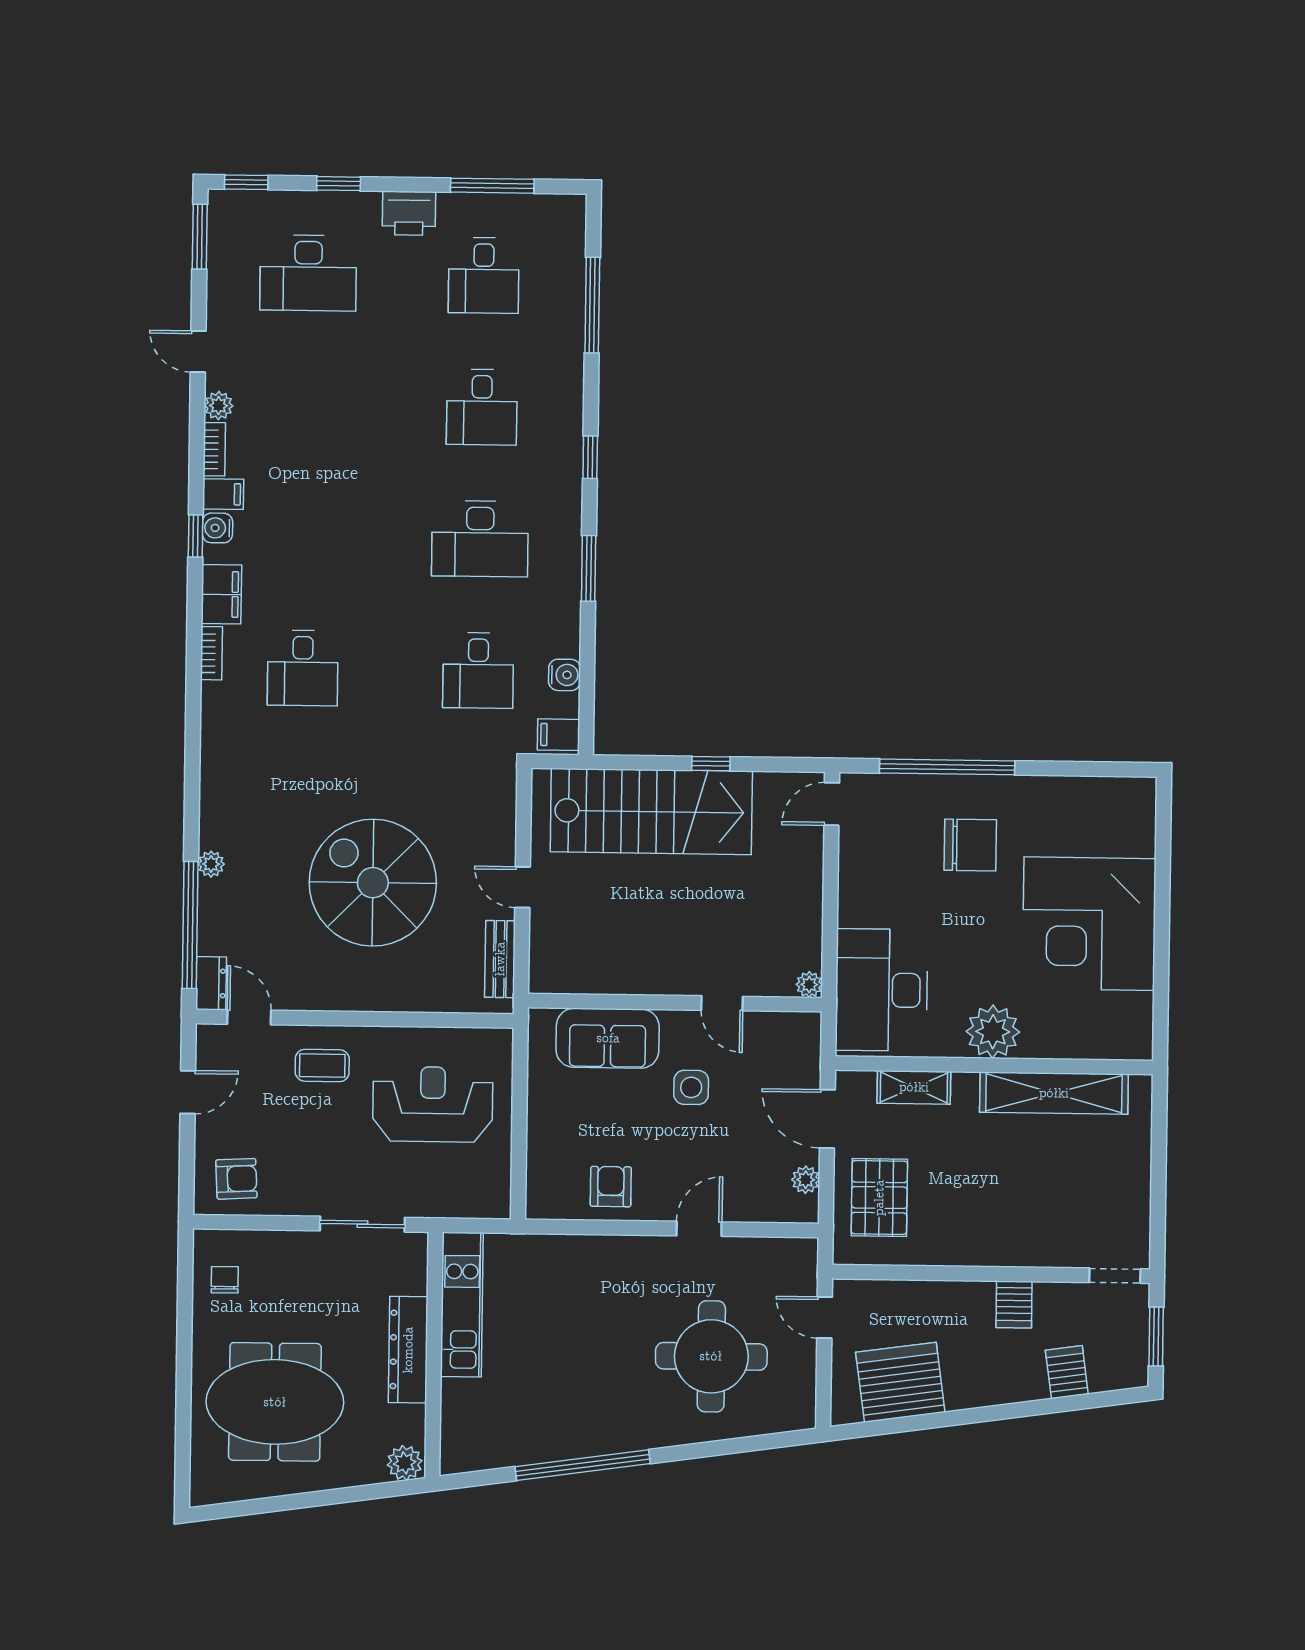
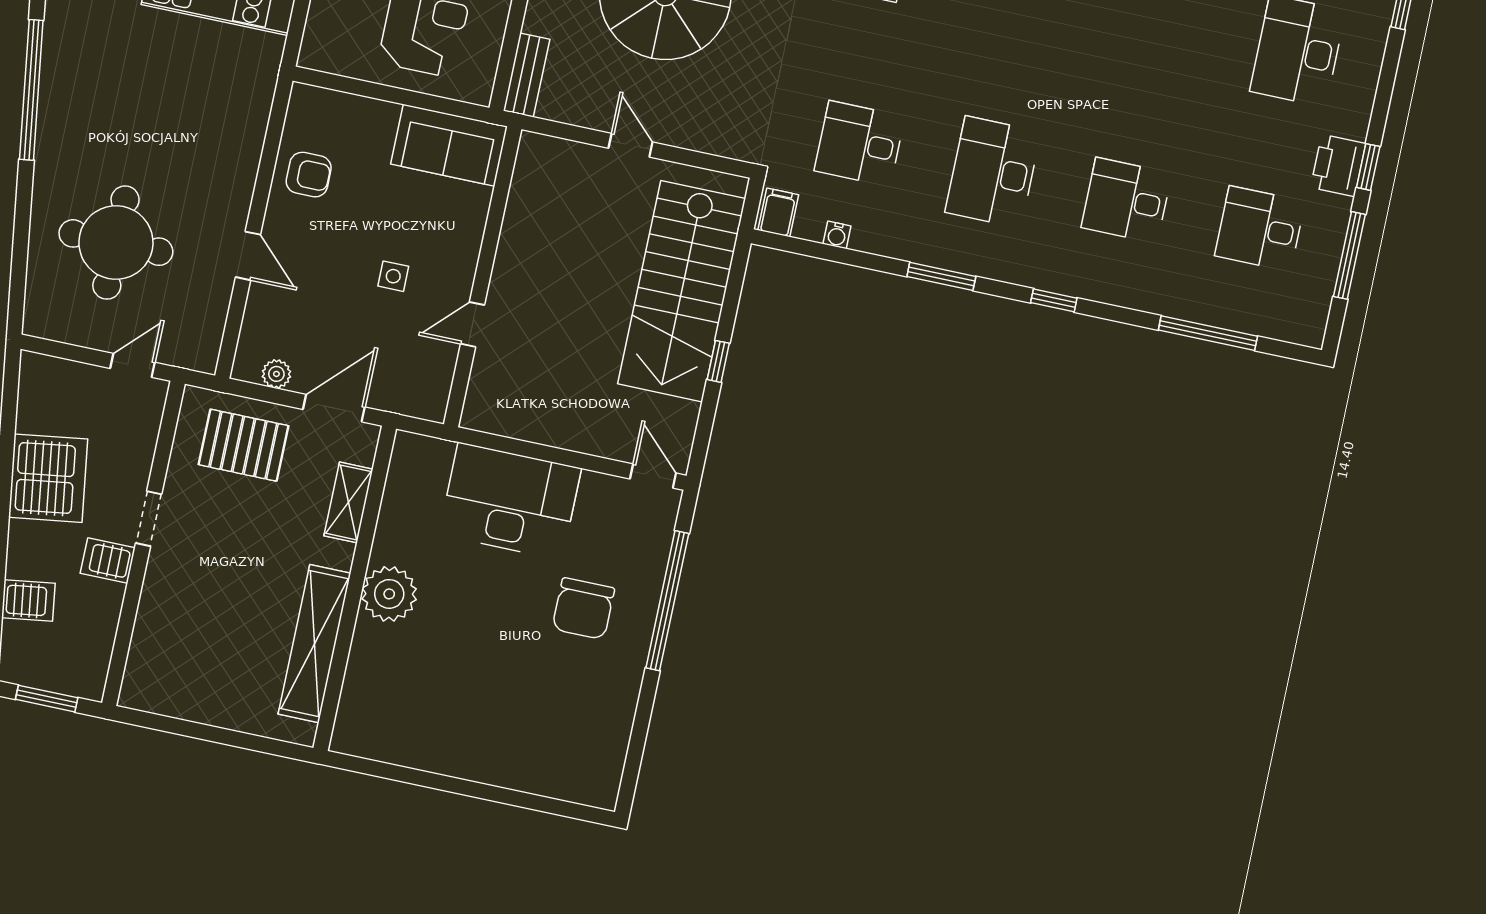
window: (339, 184) -> (1368, 167), moved
water cooler: (564, 675) -> (837, 235), width x0.72, depth x0.72
door: (523, 887) -> (631, 145), hinge flipped
corner desk: (1089, 924) -> (480, 713), removed
bench: (500, 959) -> (527, 75), moved, turned 90
plant: (809, 985) -> (474, 417), removed
desk: (882, 990) -> (510, 501), moved
sofa: (608, 1038) -> (449, 145), moved, turned -90
side table: (691, 1087) -> (393, 276), width x0.73, depth x0.73
doorway: (1115, 1276) -> (149, 519), moved
server rack: (900, 1382) -> (48, 478), moved

